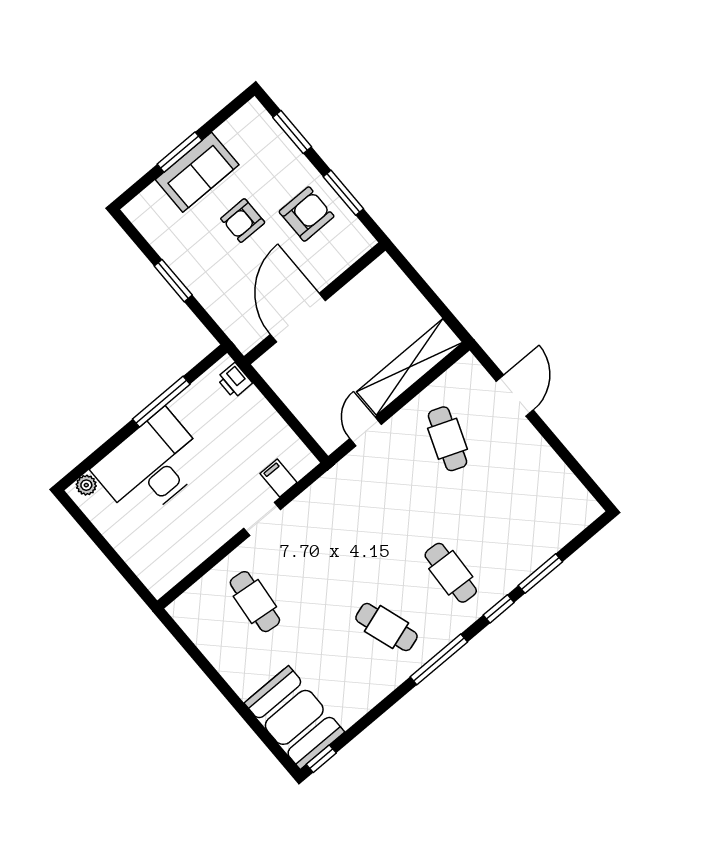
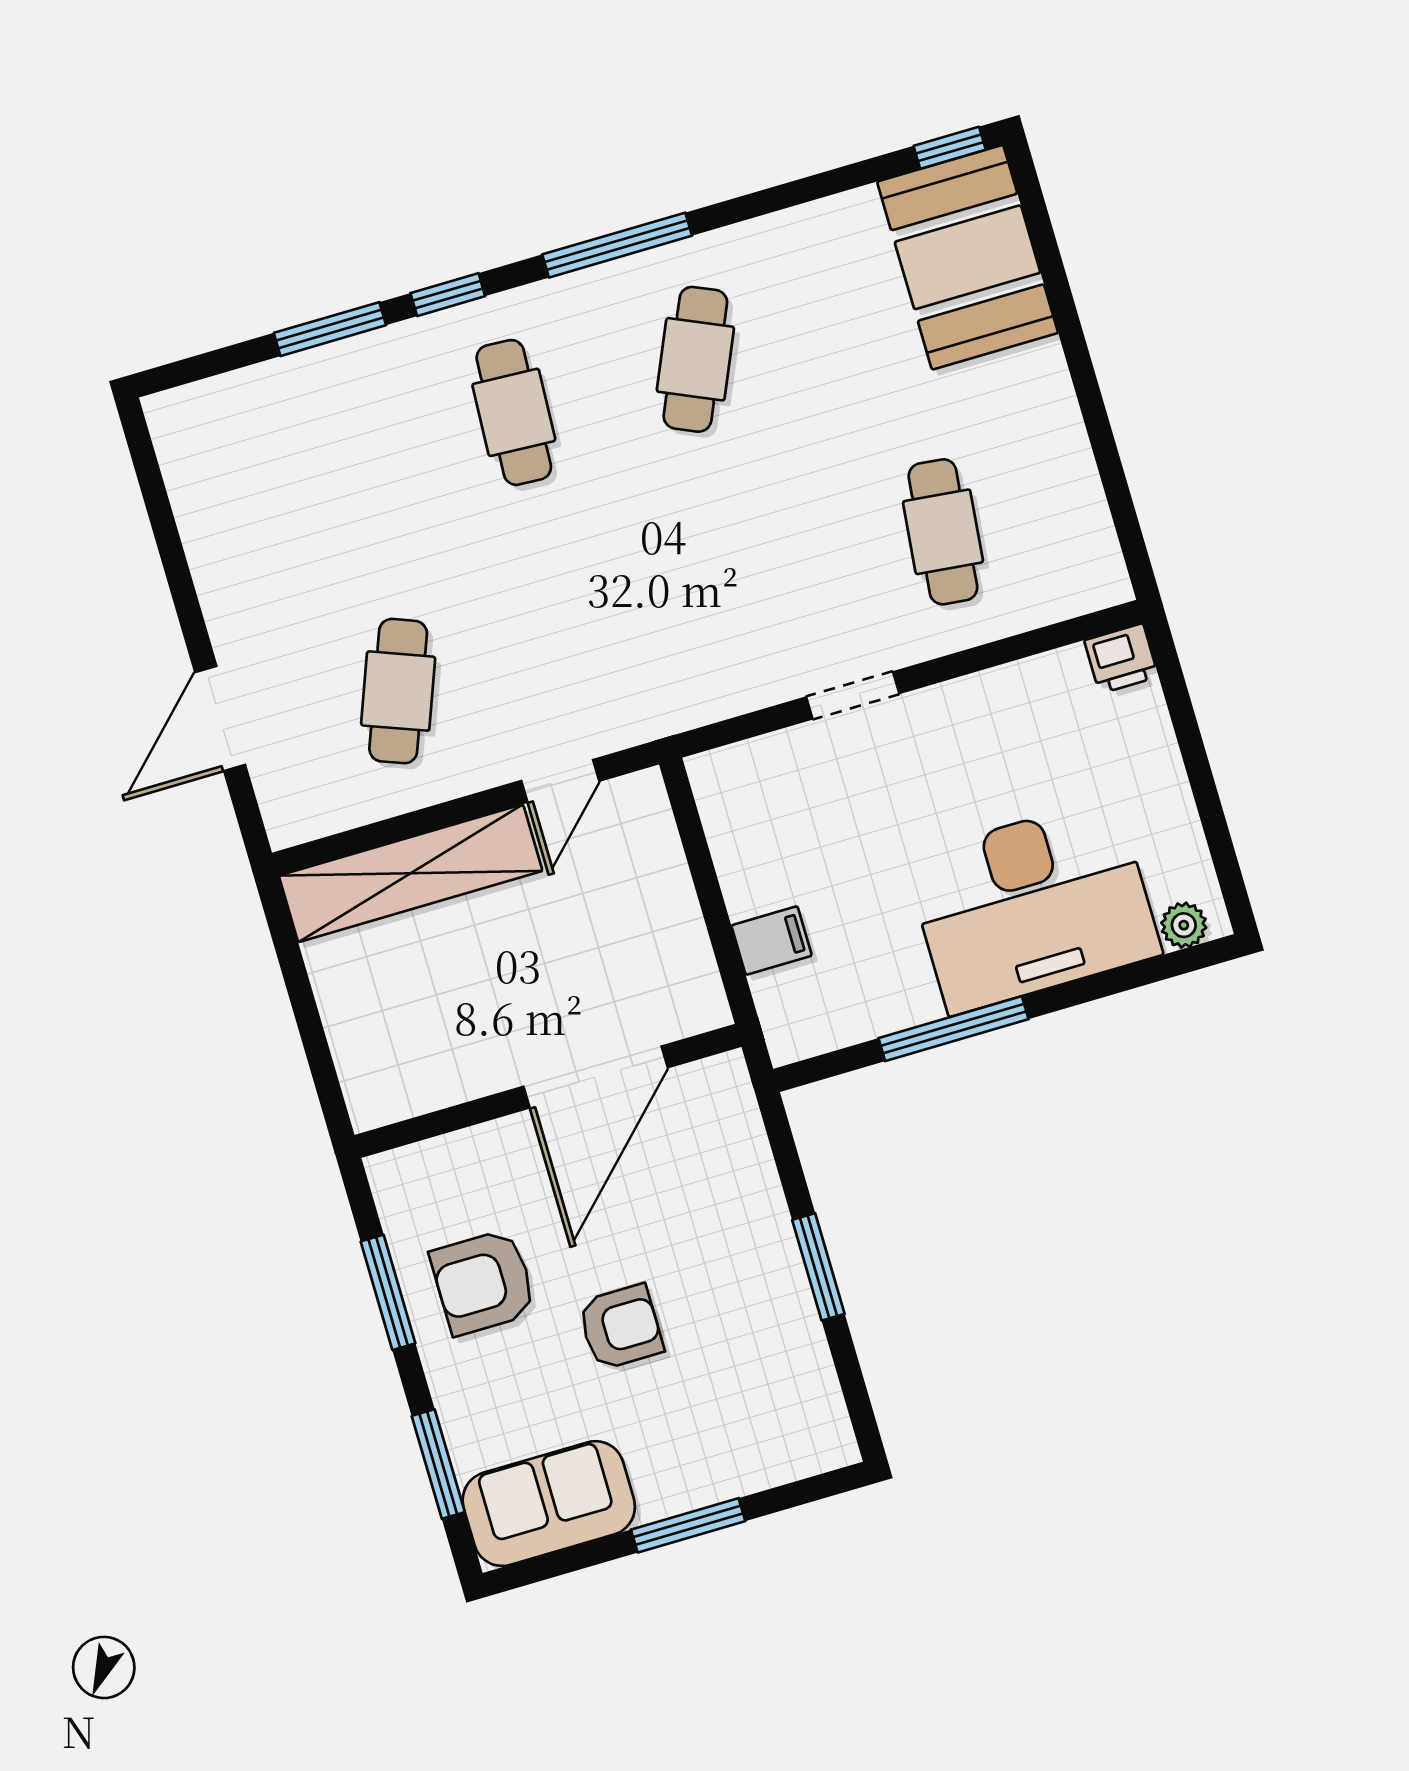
sofa: (197, 172) -> (549, 1504), moved
printer: (234, 381) -> (1121, 658), moved, turned 90
filing cabinet: (278, 478) -> (772, 941), moved, turned -90
cafe table: (386, 627) -> (695, 359), turned 42

